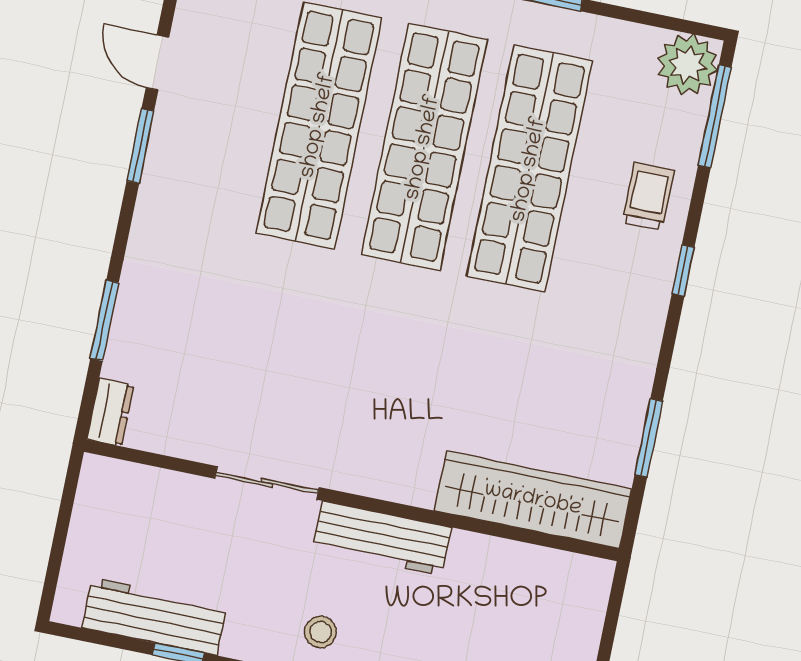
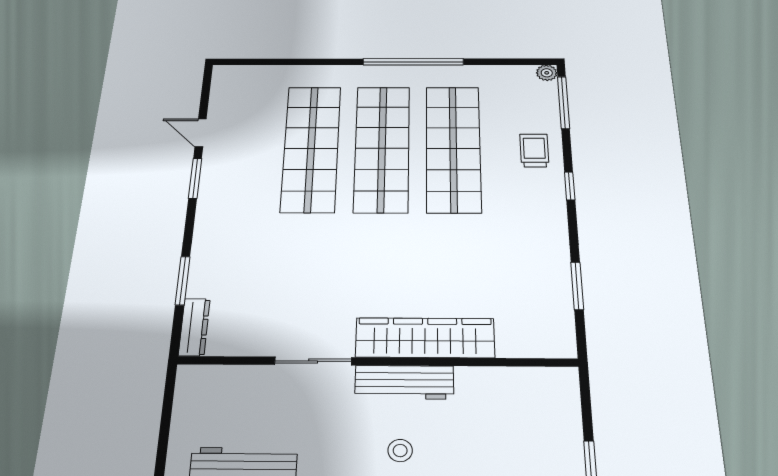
plant: (687, 65) -> (547, 73), width x0.53, depth x0.53
dresser: (110, 412) -> (194, 327), width x1.44
wardrobe: (533, 500) -> (425, 338), moved
stool: (321, 632) -> (400, 451), moved

